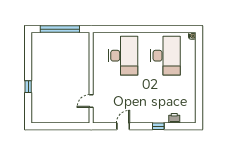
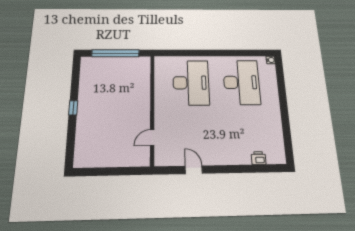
window: (28, 87) -> (73, 108), moved
door: (123, 126) -> (194, 170), hinge flipped
window: (158, 126) -> (239, 169), removed

